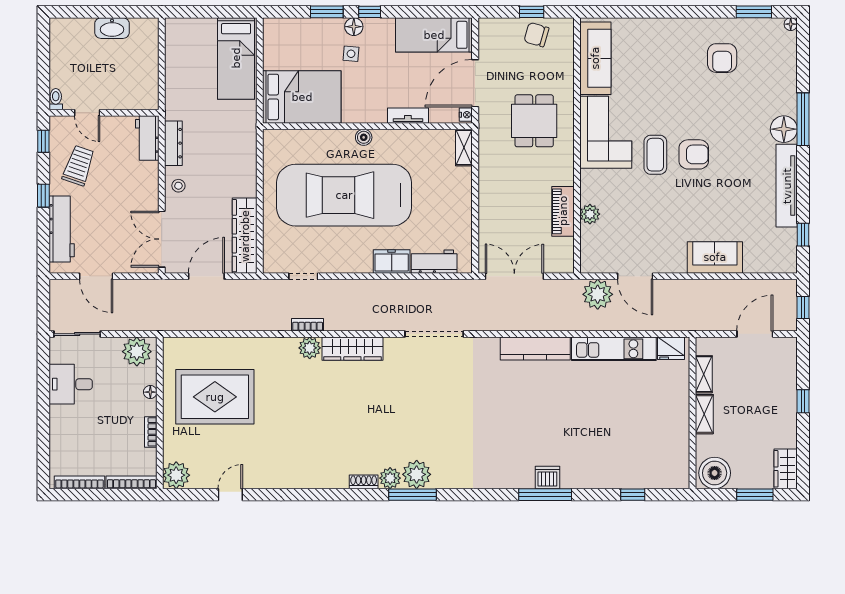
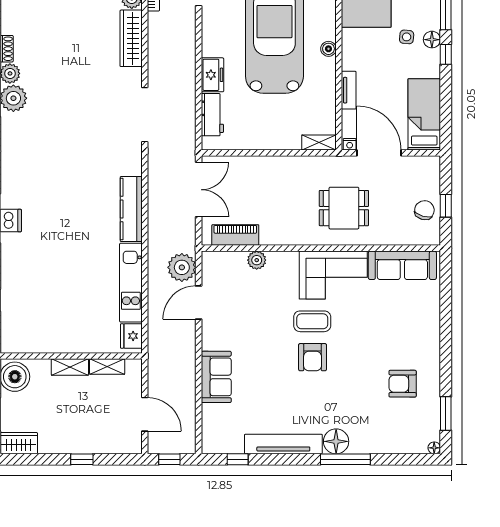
piano: (563, 211) -> (235, 235), moved

